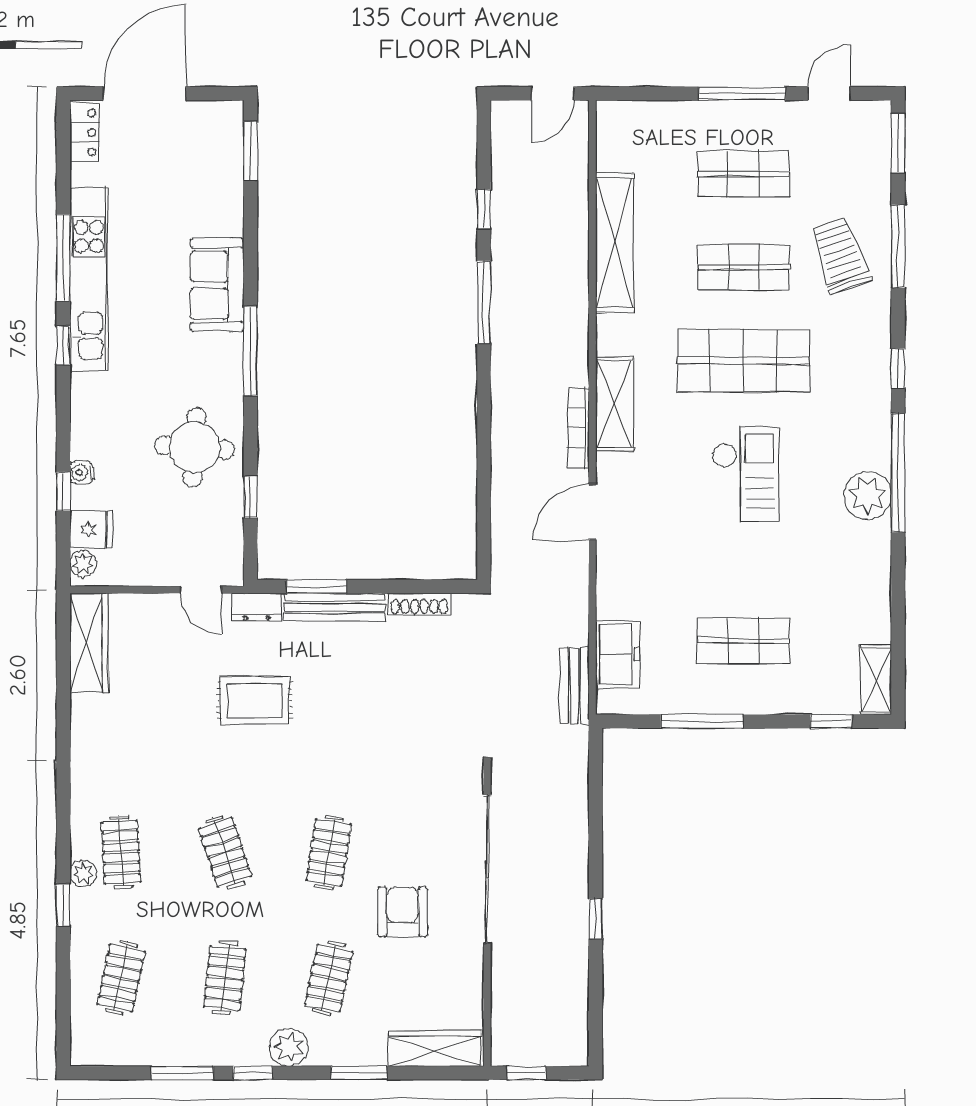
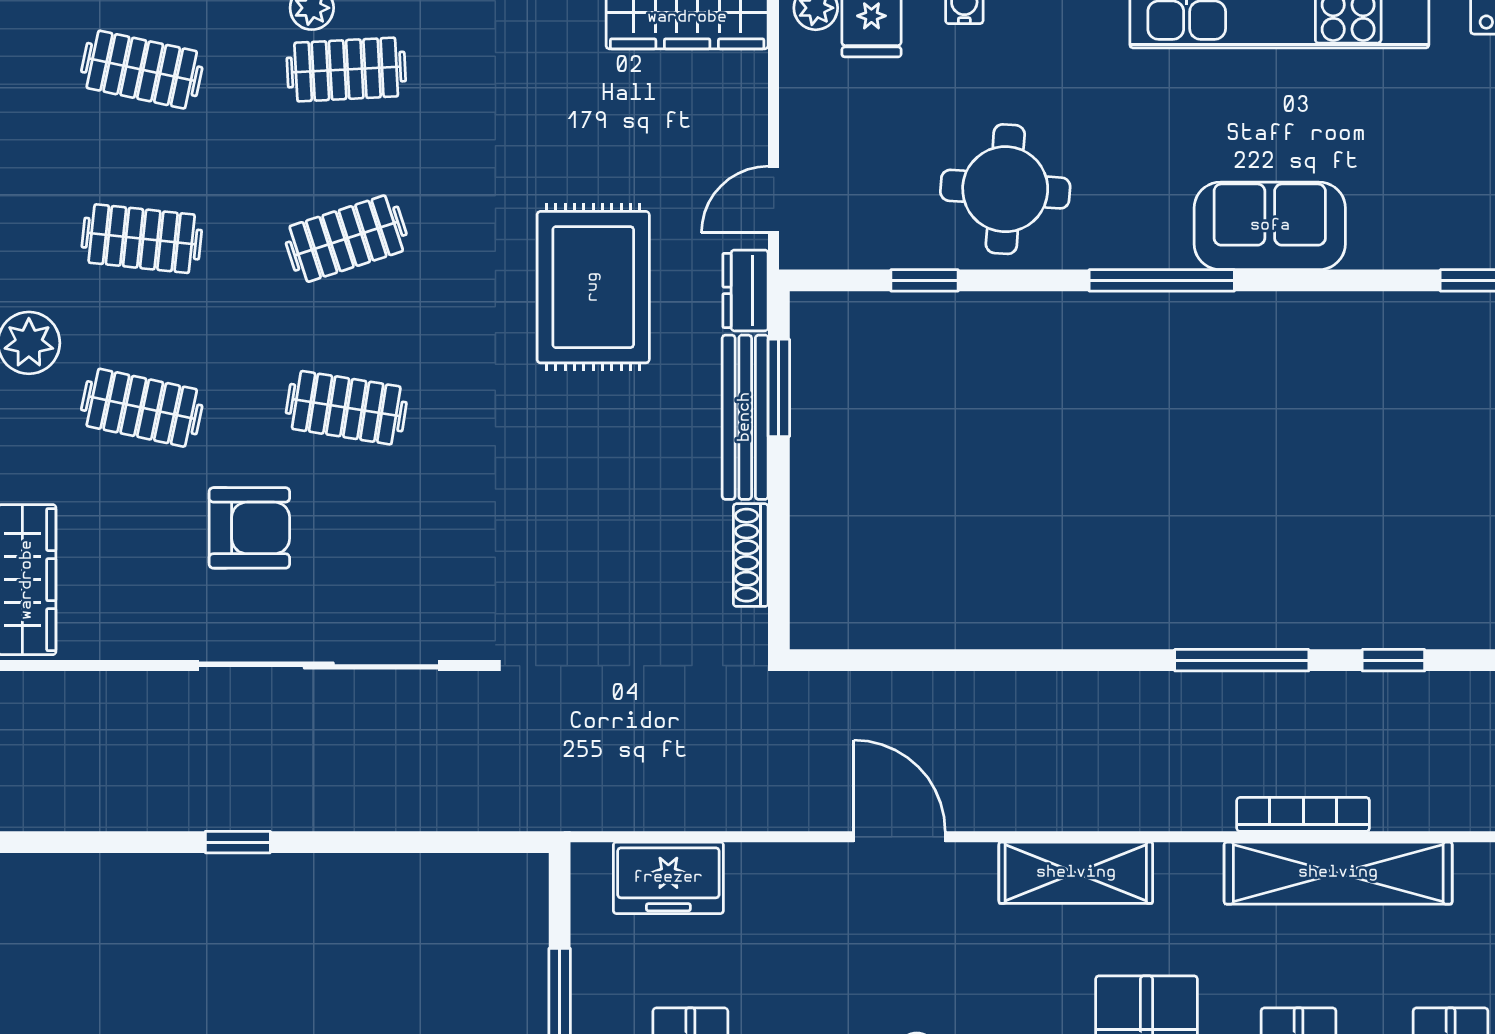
bookcase: (579, 428) -> (1303, 814), moved
bench: (575, 686) -> (617, 808), removed
rug: (255, 701) -> (593, 287), width x1.36, depth x1.43

